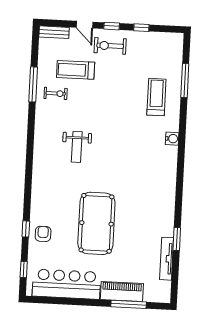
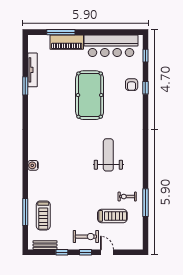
bench: (54, 32) -> (45, 245), moved
treadmill: (156, 97) -> (43, 215), moved
weight bench: (77, 147) -> (108, 155), width x1.36, depth x1.33

